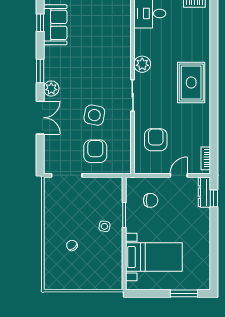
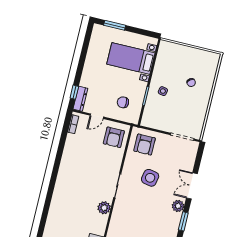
rug: (191, 82) -> (70, 185), removed
armchair: (156, 140) -> (114, 137), moved
armchair: (95, 151) -> (145, 145), moved

